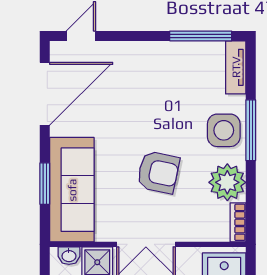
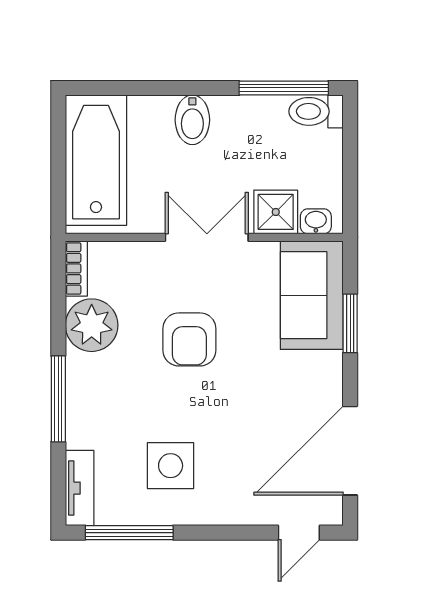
side table: (224, 130) -> (171, 466), moved
armchair: (158, 172) -> (189, 339), turned -102
sofa: (72, 190) -> (312, 295), width x0.73

